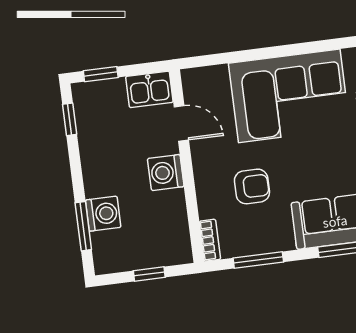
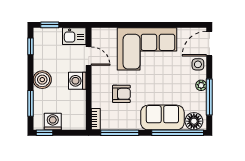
boiler: (100, 179) -> (42, 80), added
washing machine: (103, 214) -> (53, 122), moved, turned -90
window: (258, 260) -> (120, 133), width x1.44
window: (149, 274) -> (45, 133), moved

